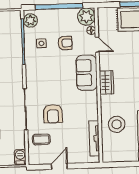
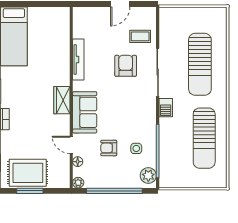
plant: (86, 17) -> (78, 183), width x0.53, depth x0.53
stool: (117, 124) -> (52, 51), removed
tv unit: (94, 138) -> (78, 59), moved
barbecue: (20, 157) -> (166, 108), moved

